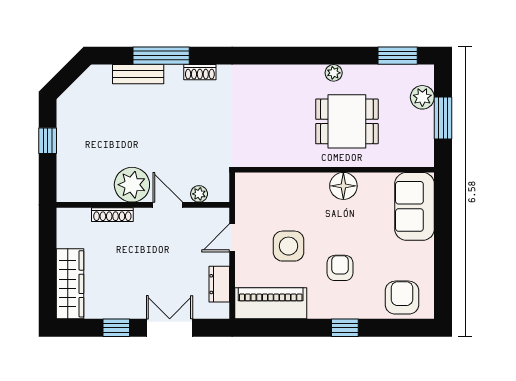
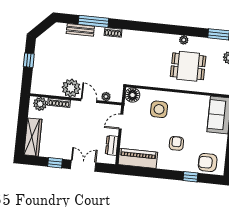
floor lamp: (343, 186) -> (132, 95), moved
plant: (77, 220) -> (40, 104), added
side table: (289, 246) -> (159, 109), moved
armchair: (402, 298) -> (208, 162), turned -90
window: (345, 328) -> (190, 177), moved

